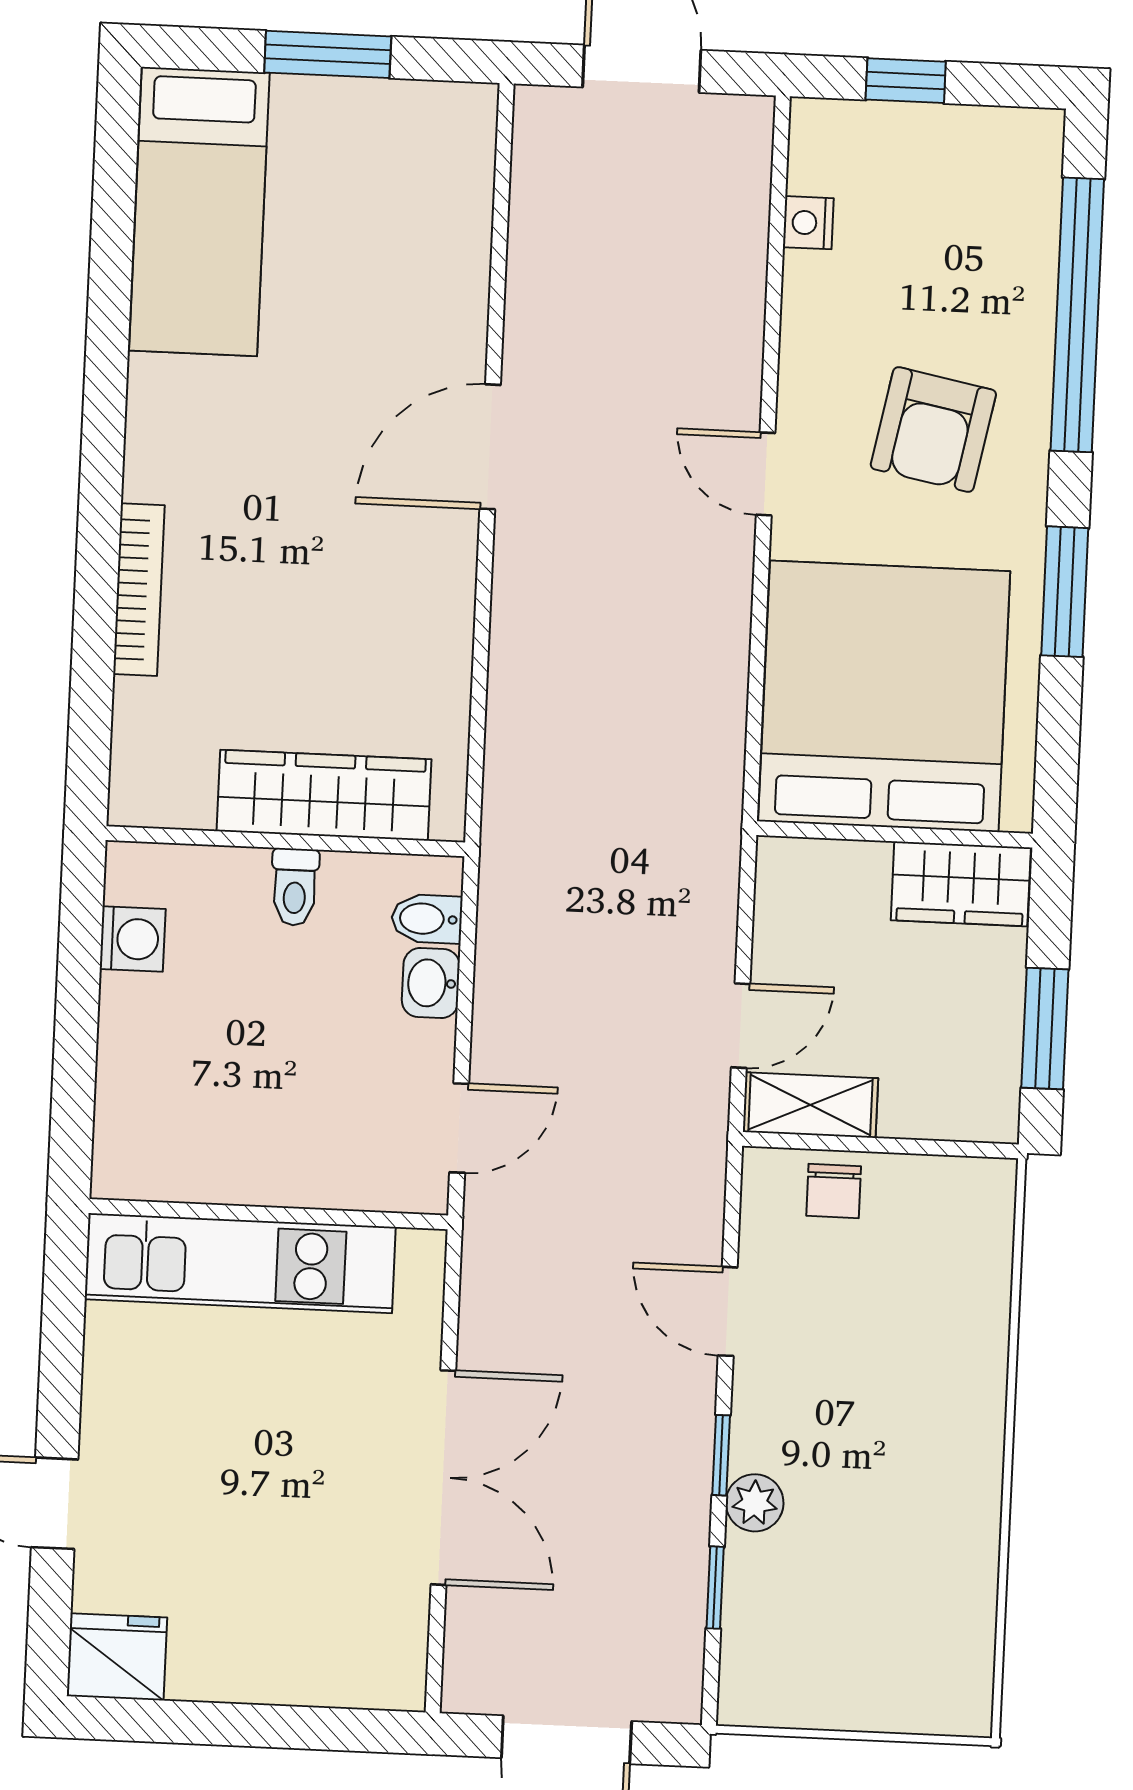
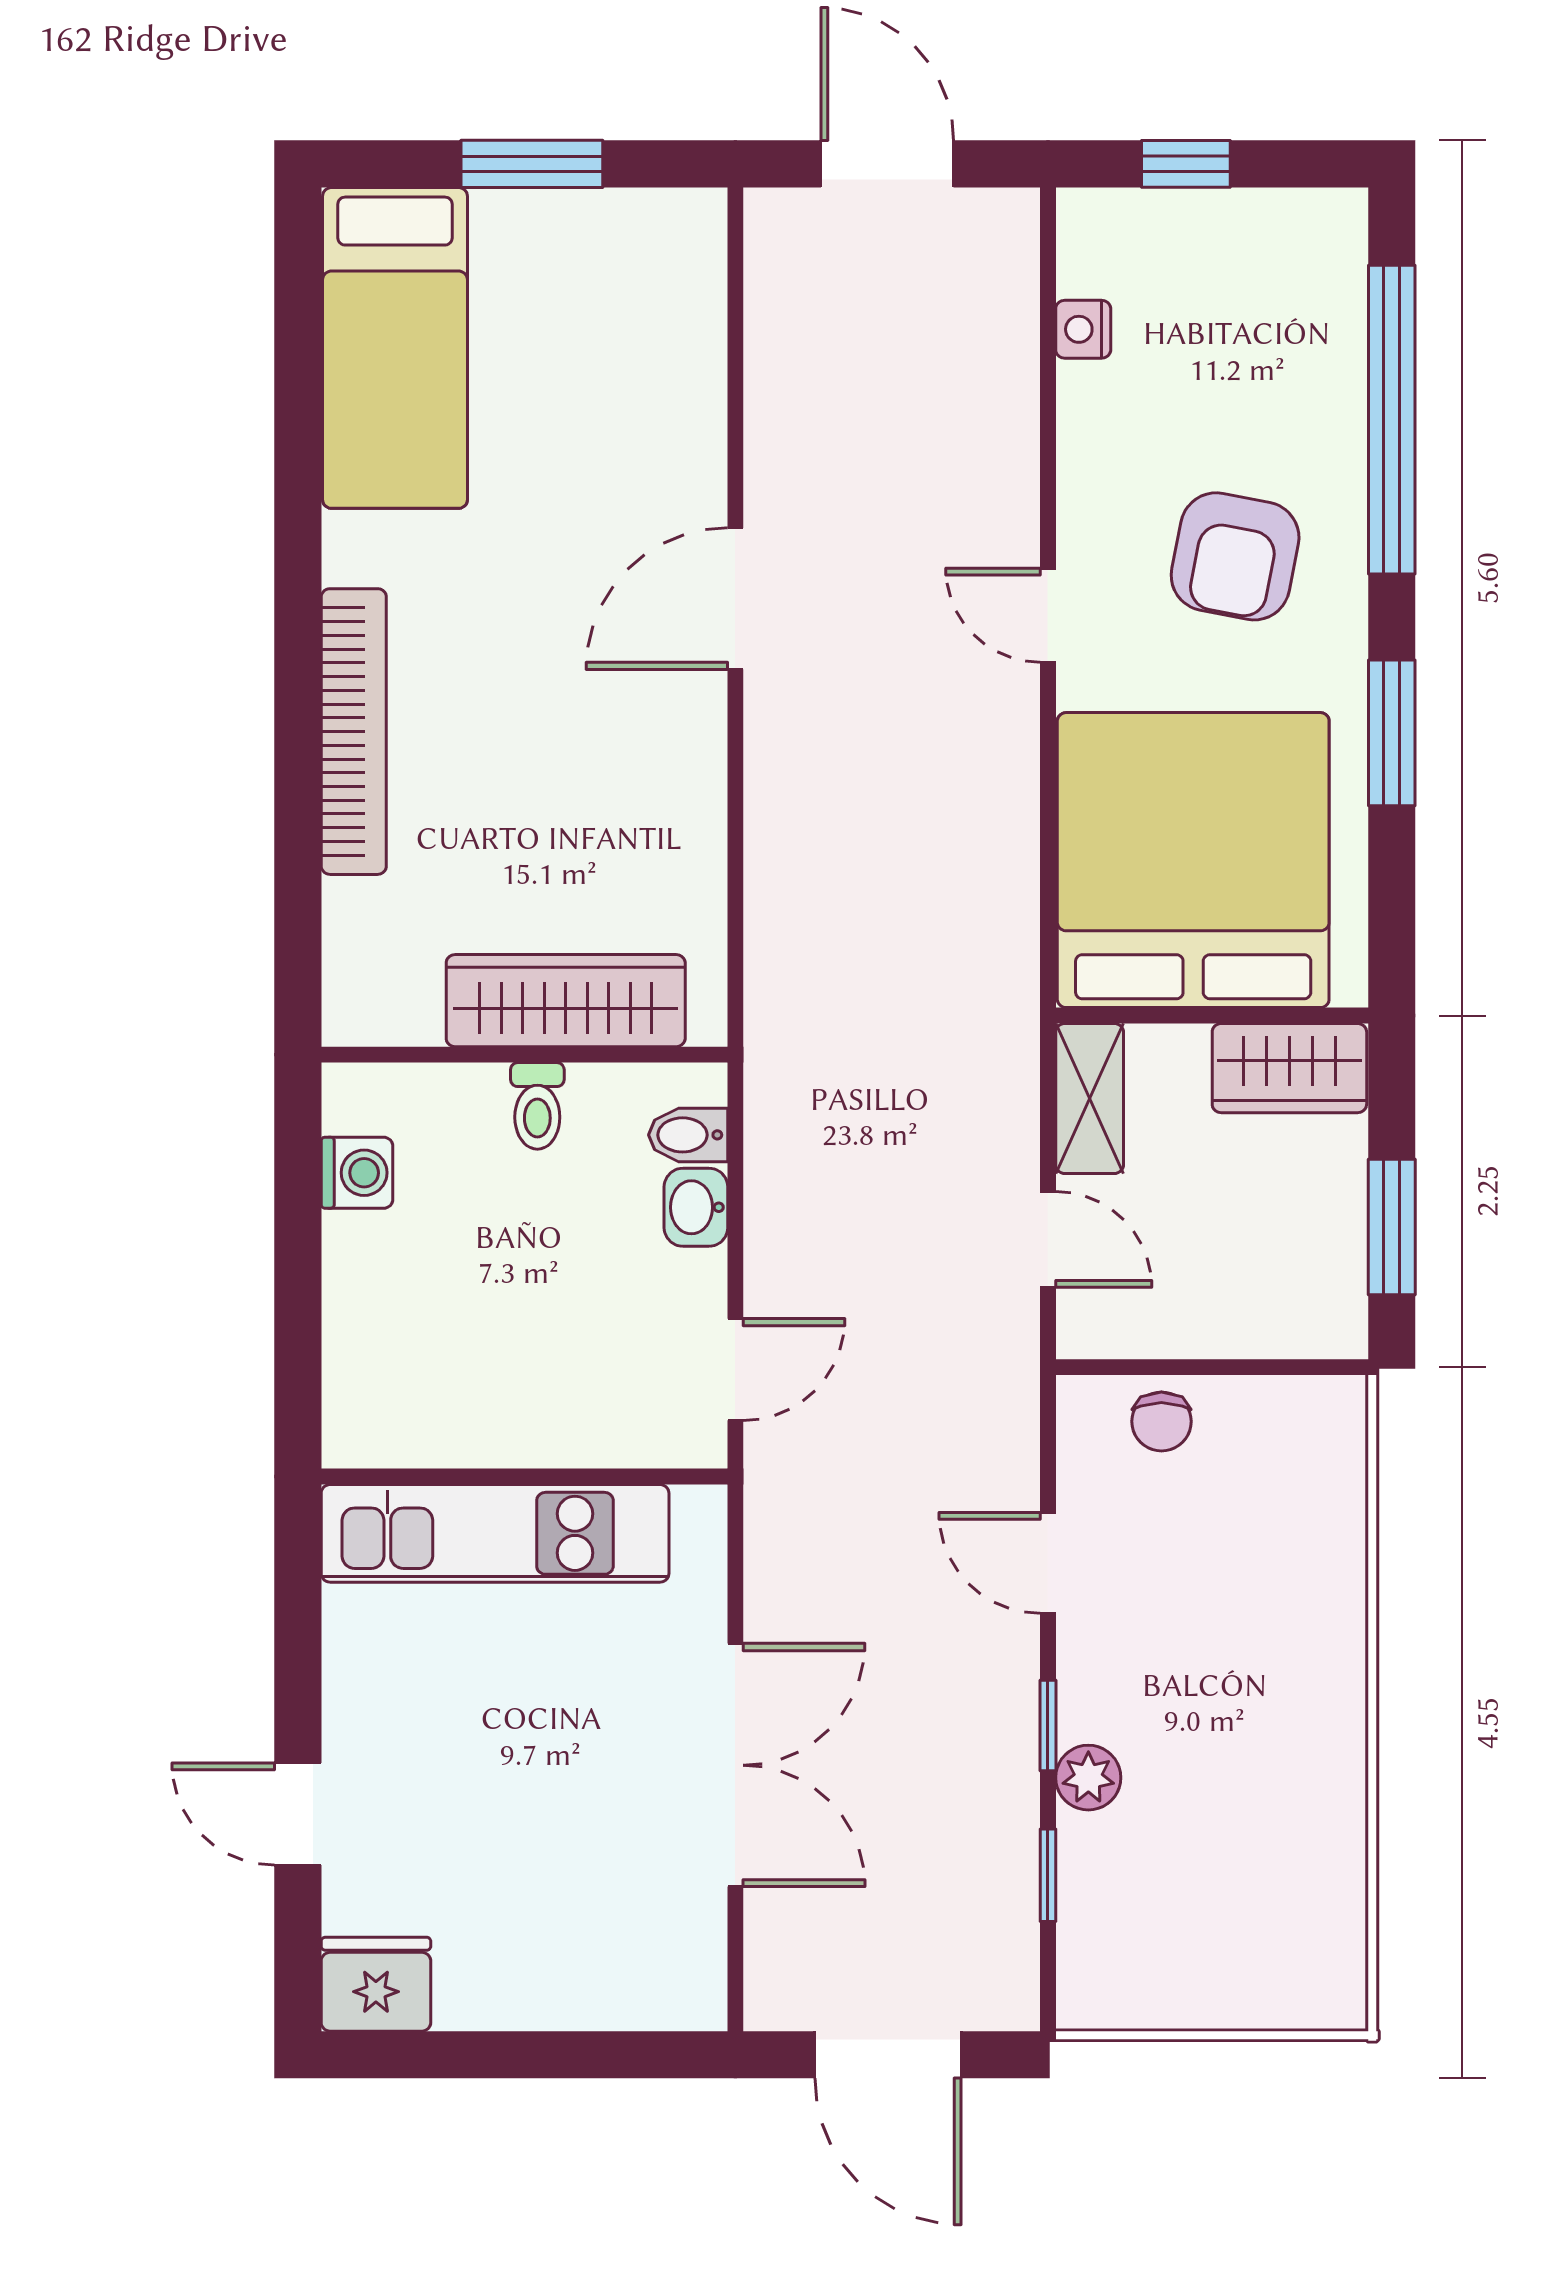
bookcase: (139, 590) -> (354, 732), width x1.48, depth x1.31
door: (741, 1026) -> (1048, 1239), hinge flipped
shelving: (810, 1105) -> (1090, 1098), moved, turned 90

